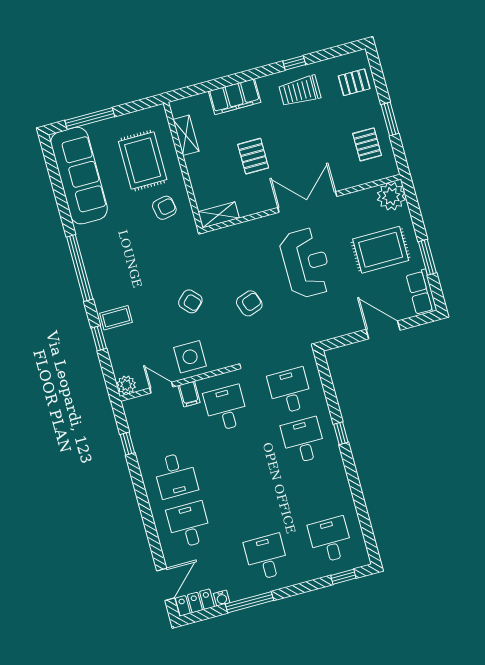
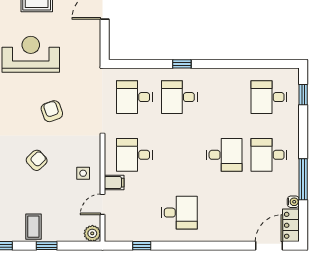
side table: (190, 357) -> (83, 173), width x0.54, depth x0.54
desk: (189, 525) -> (224, 155), moved, turned 180
door: (166, 584) -> (269, 246), hinge flipped

